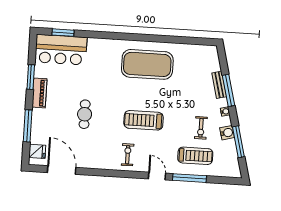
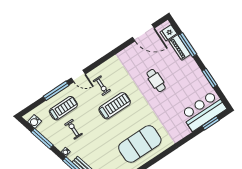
piano: (39, 93) -> (180, 47), moved
water cooler: (227, 133) -> (35, 121), moved
exercise bike: (128, 155) -> (102, 86), moved
treadmill: (195, 156) -> (63, 108), turned 180

